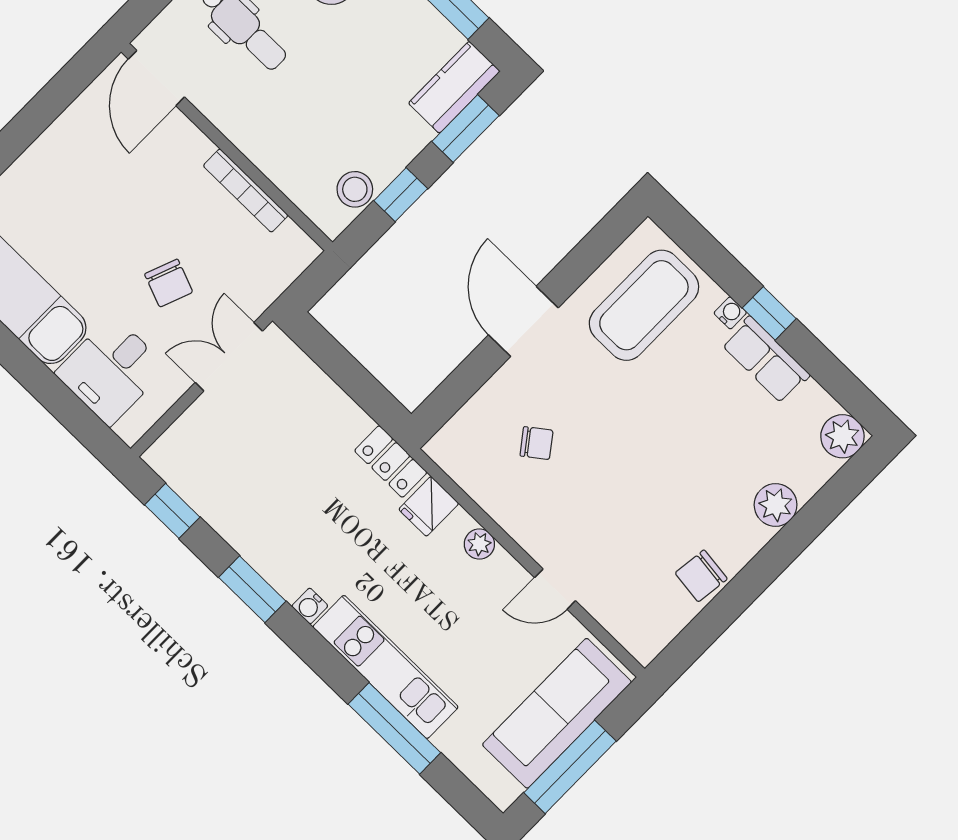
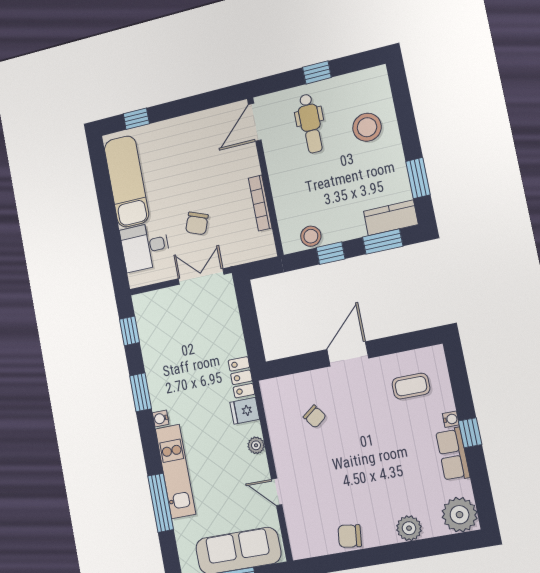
coffee table: (644, 305) -> (411, 386), width x0.54, depth x0.58
plant: (842, 436) -> (460, 515), width x1.36, depth x1.36

